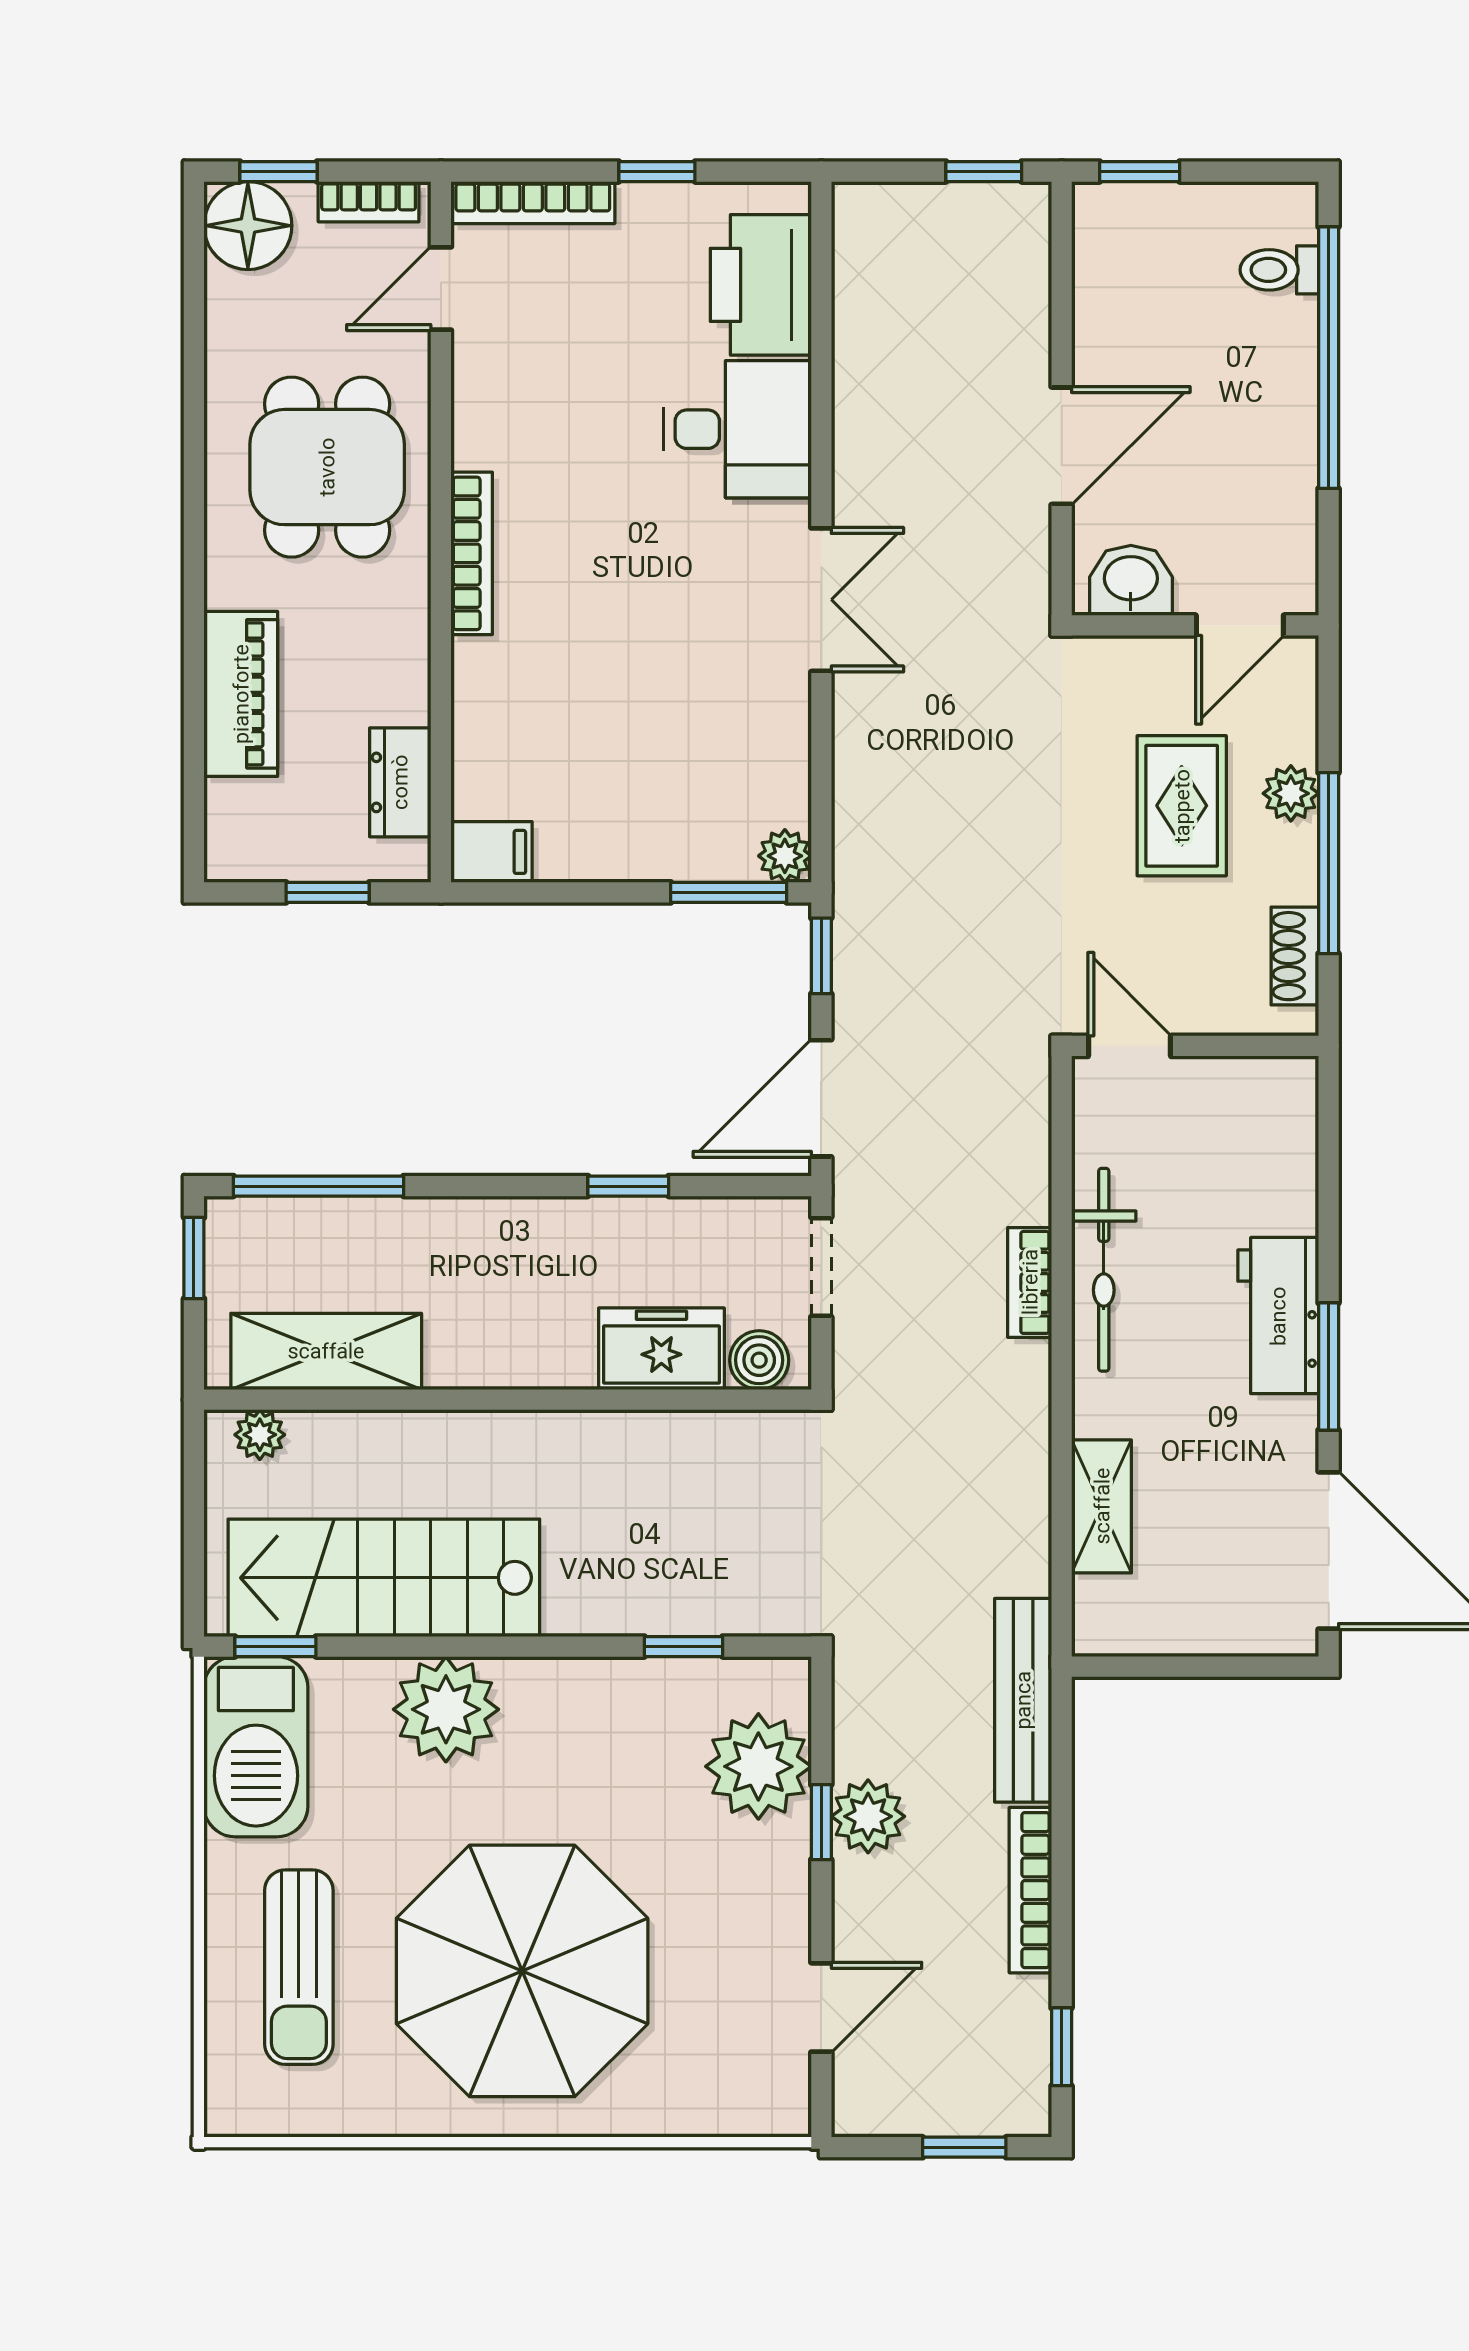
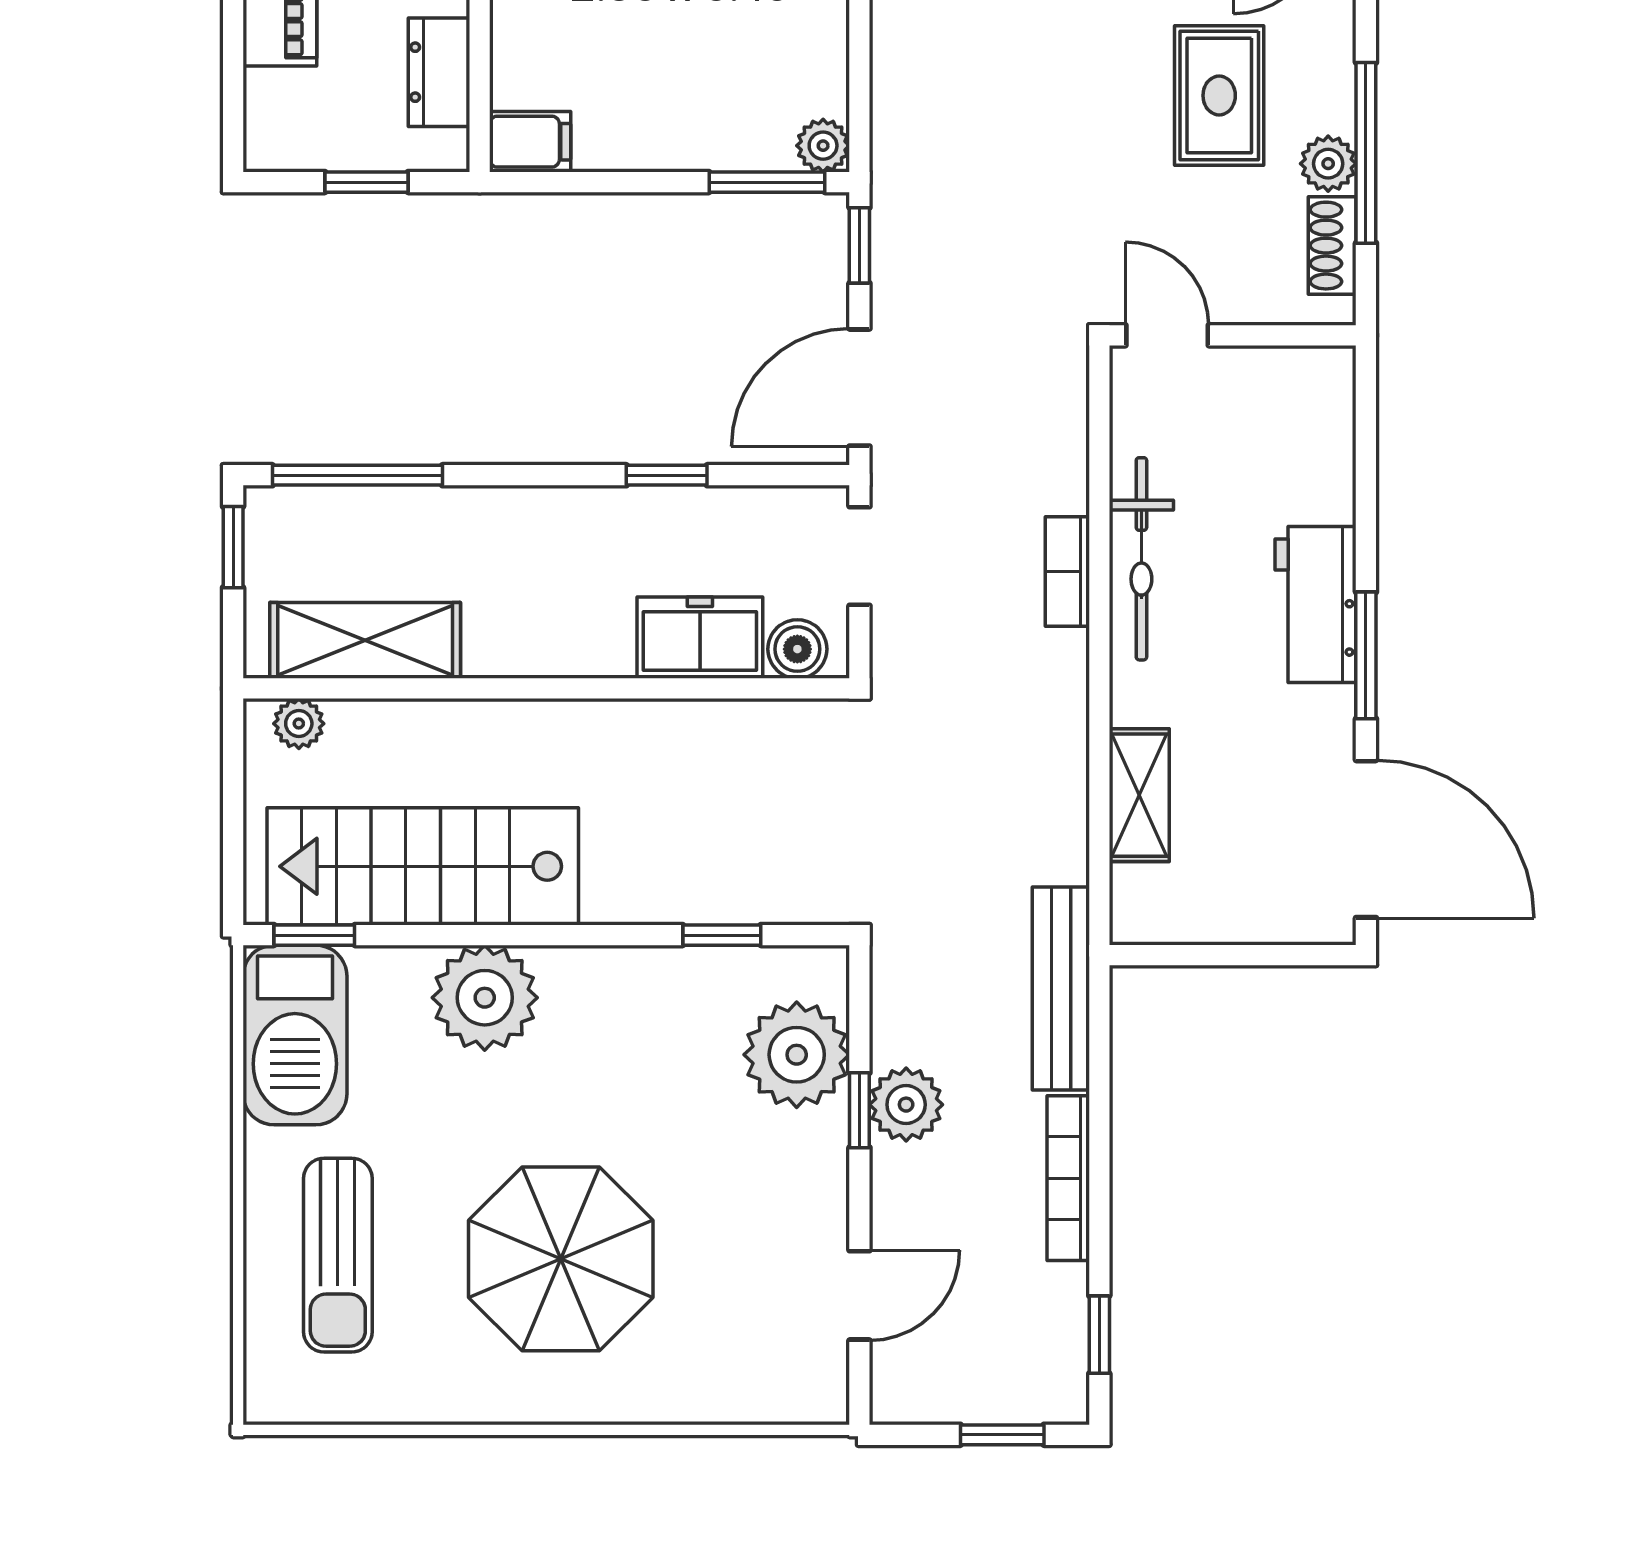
plant: (1291, 793) -> (1328, 164), moved
parasol: (522, 1971) -> (561, 1259), width x0.73, depth x0.73

